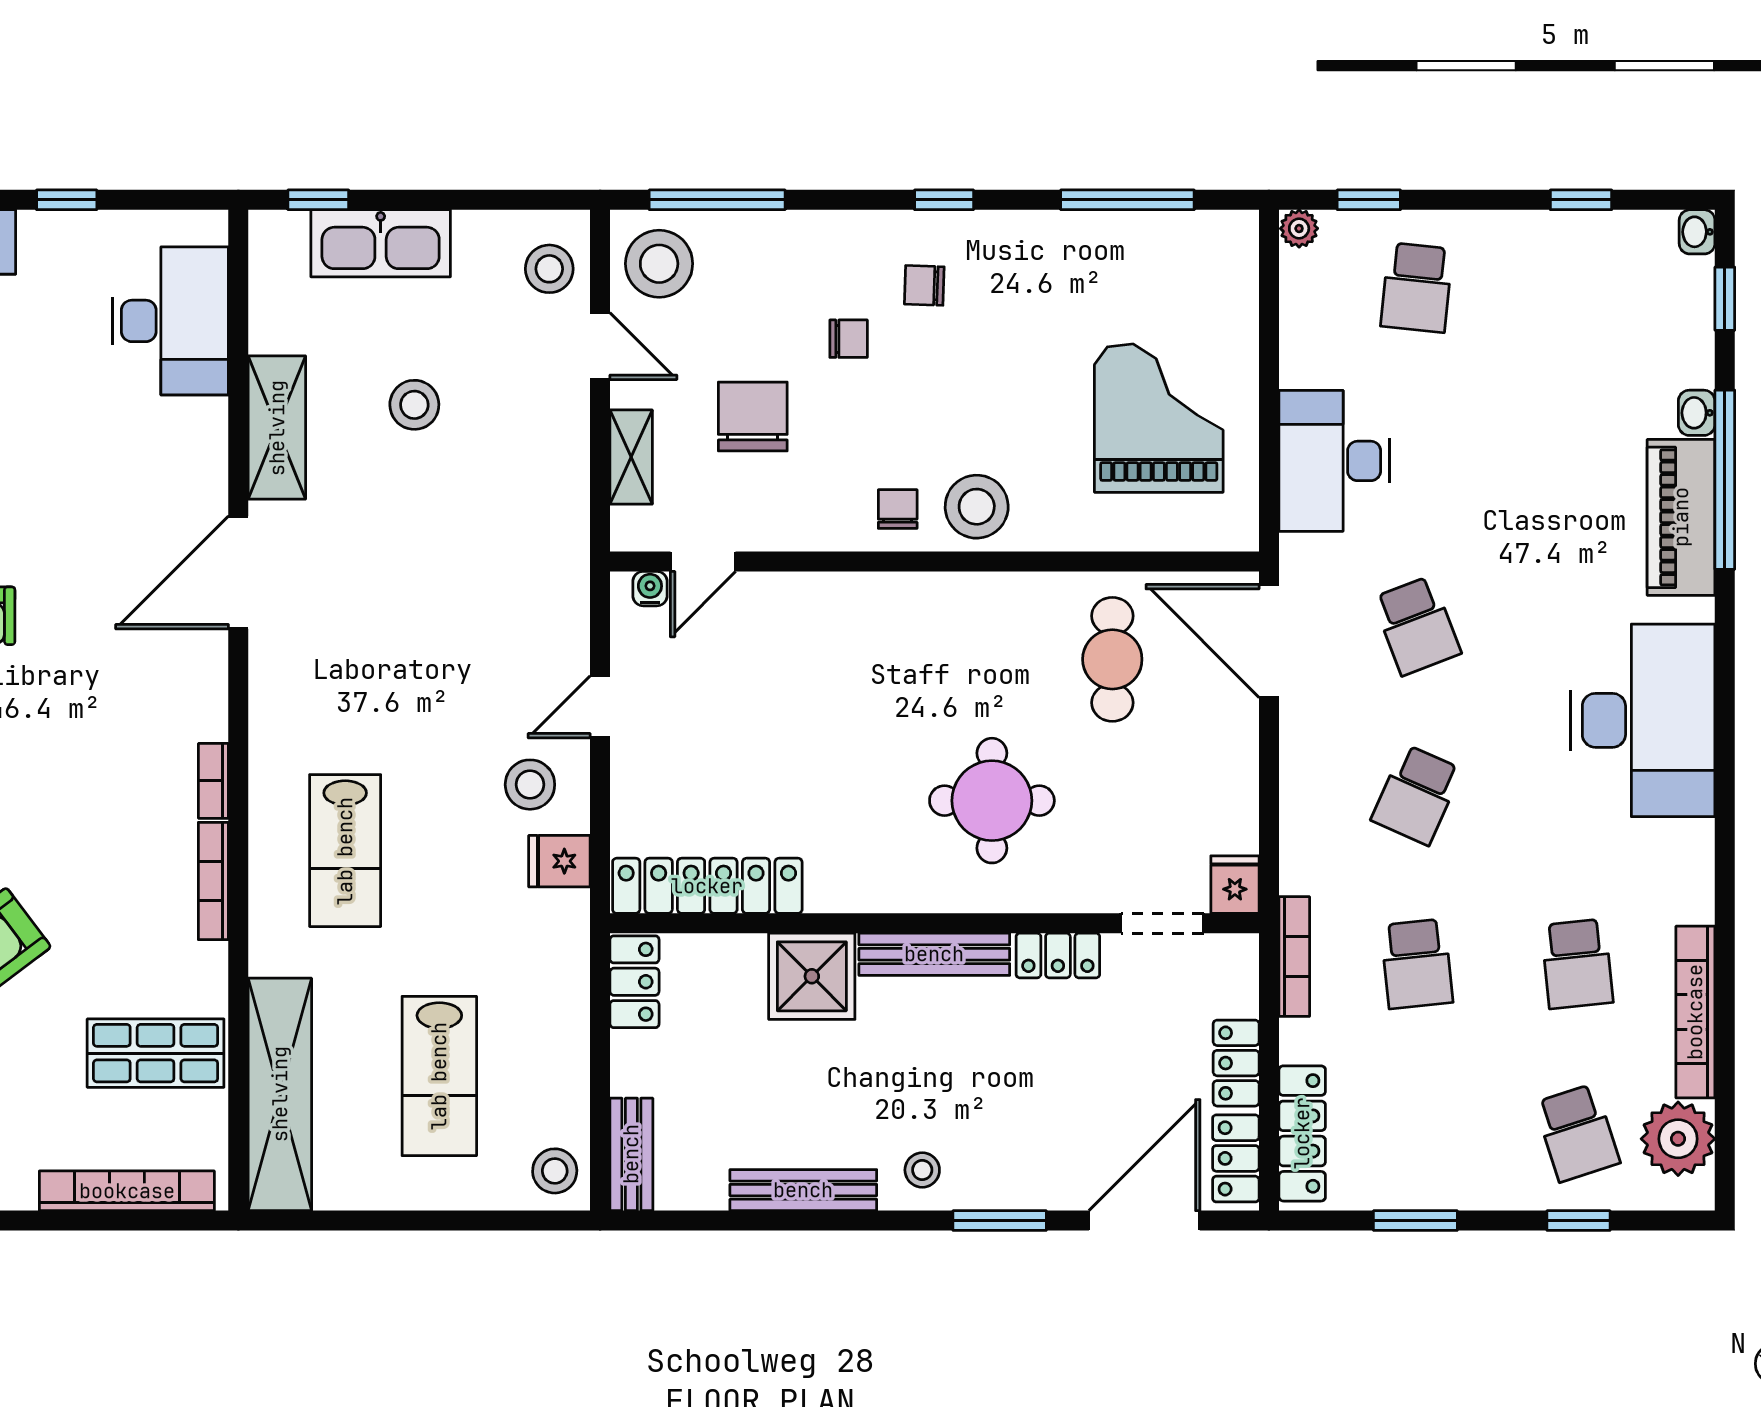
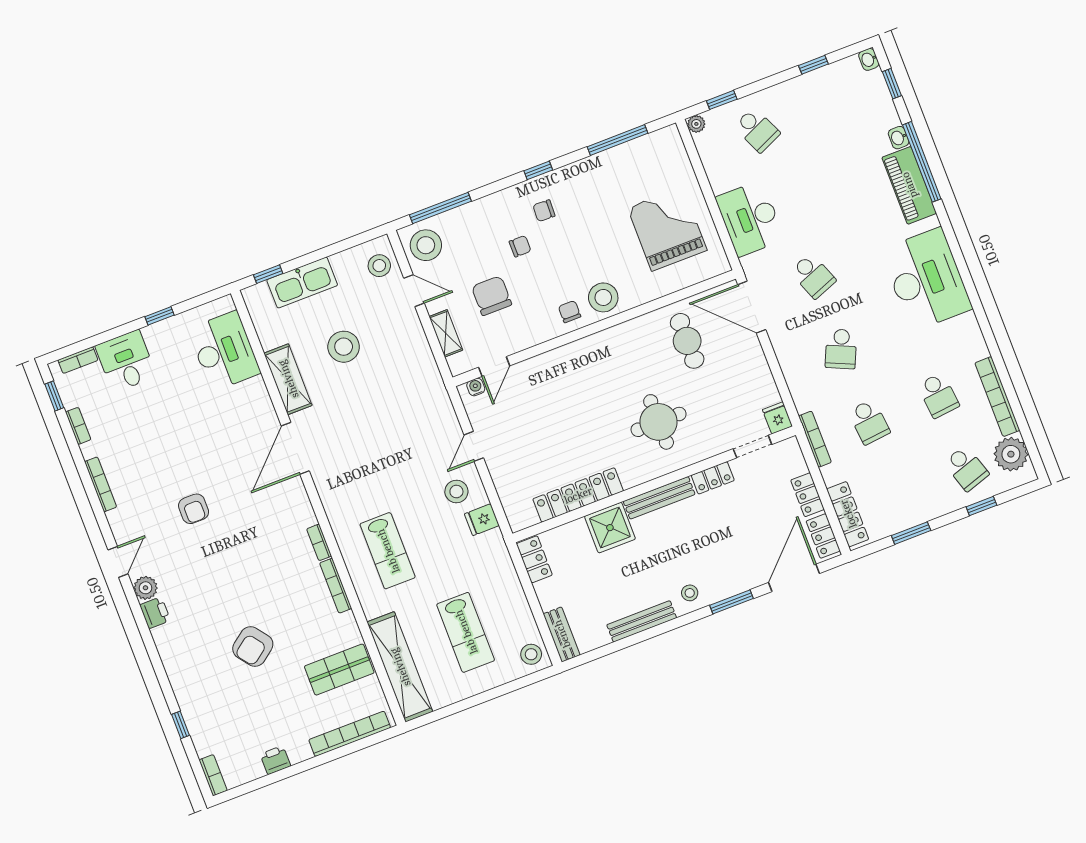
school desk: (1417, 288) -> (757, 130), turned -30
stool: (414, 405) -> (344, 347), width x1.38, depth x1.38
locker: (707, 886) -> (578, 495), moved

